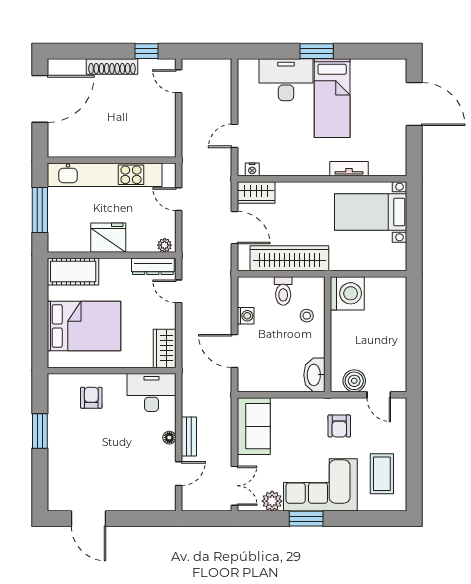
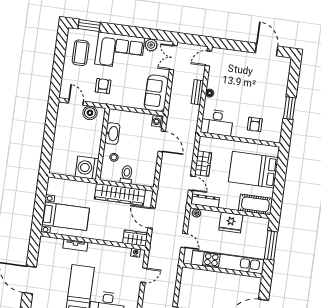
washing machine: (246, 316) -> (158, 121), moved
wardrobe: (165, 348) -> (203, 164), moved
washbasin: (314, 375) -> (112, 134), moved
door: (179, 474) -> (208, 58), moved
window: (306, 519) -> (89, 26), moved

